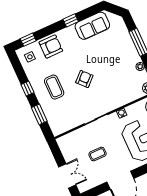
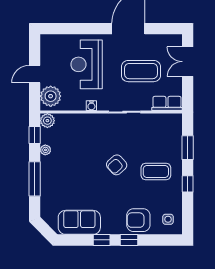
window: (28, 40) -> (129, 240), moved
coffee table: (54, 87) -> (156, 172), turned 90
row of seats: (68, 139) -> (167, 103), added
coffee table: (98, 154) -> (141, 71), width x1.86, depth x1.72

